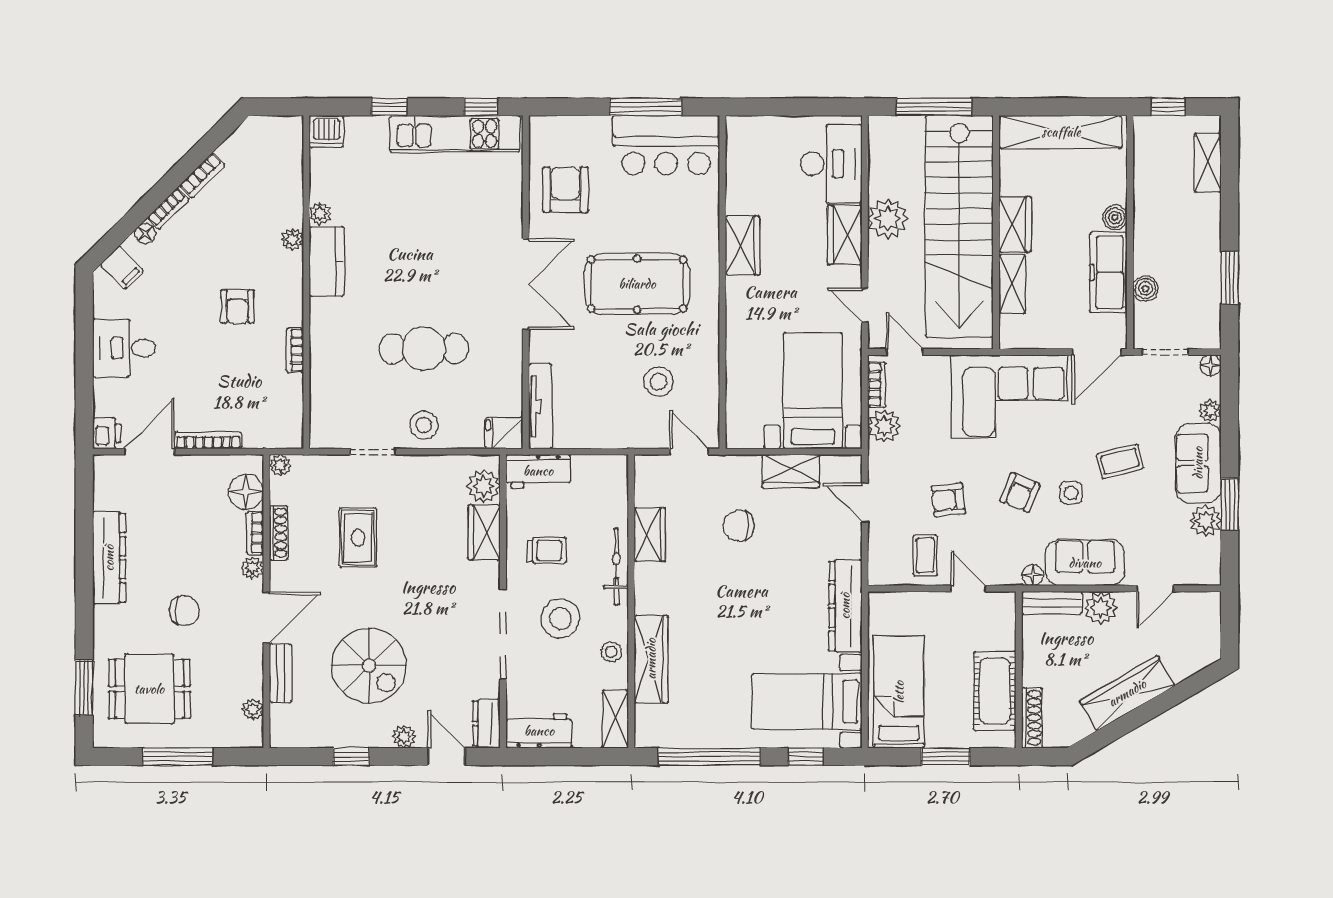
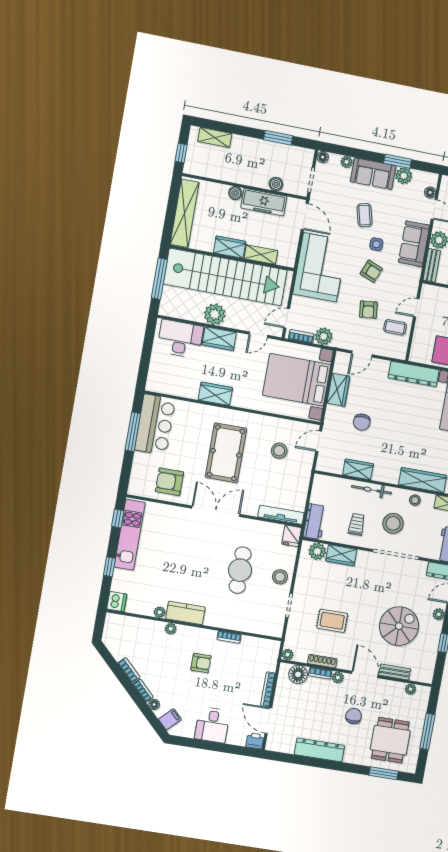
bed with nightstands: (813, 391) -> (297, 380), width x1.36
floor lamp: (1033, 575) -> (430, 192), moved

